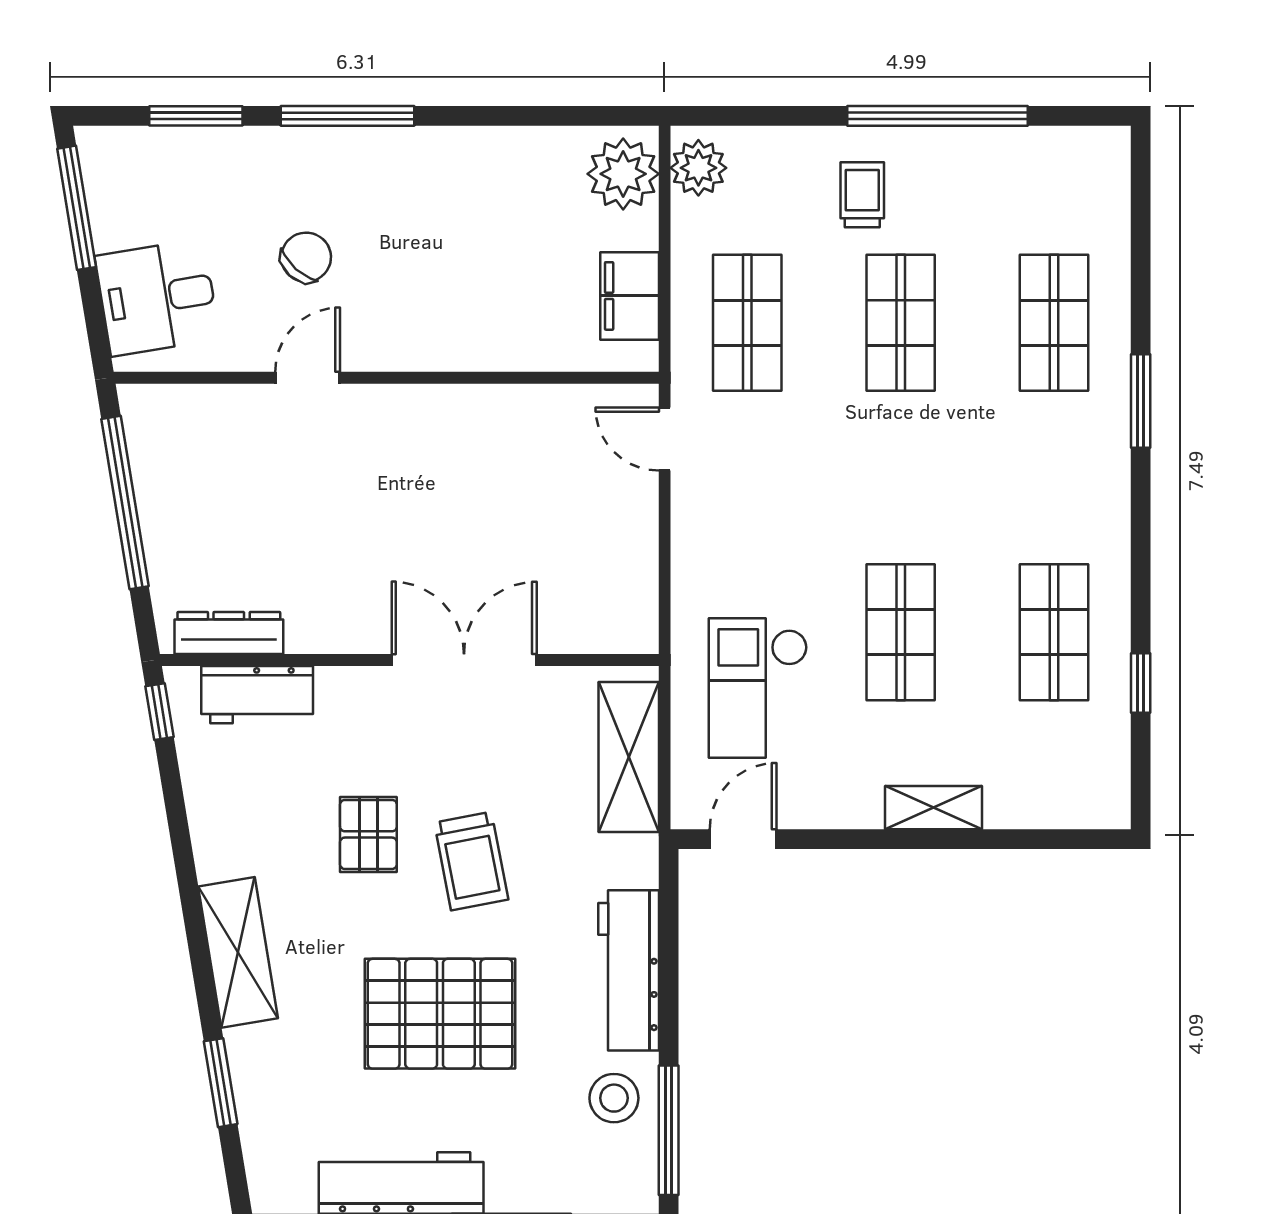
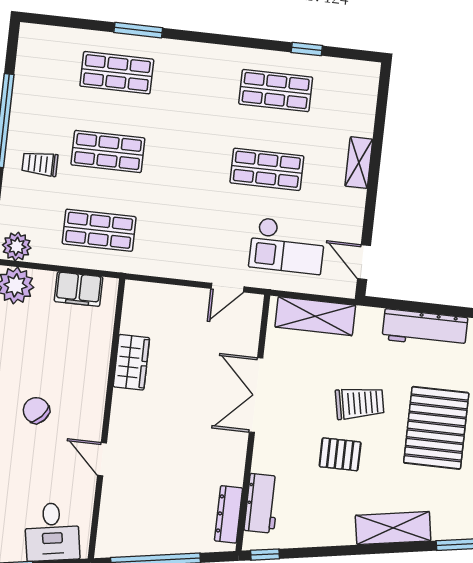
chair: (306, 257) -> (36, 410), moved
window: (1141, 401) -> (138, 30), moved
wardrobe: (500, 413) -> (131, 362), added
door: (665, 439) -> (227, 288), moved

